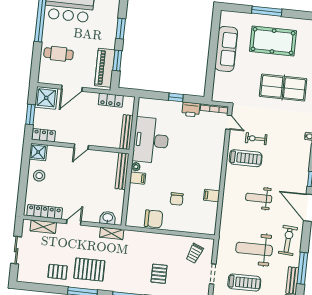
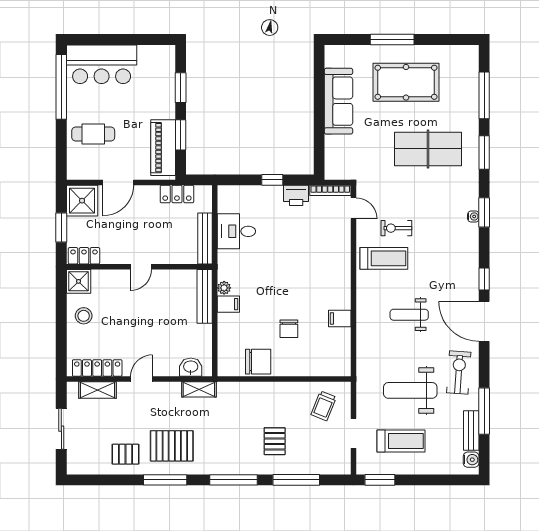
desk: (151, 140) -> (236, 231), width x0.53, depth x0.77

